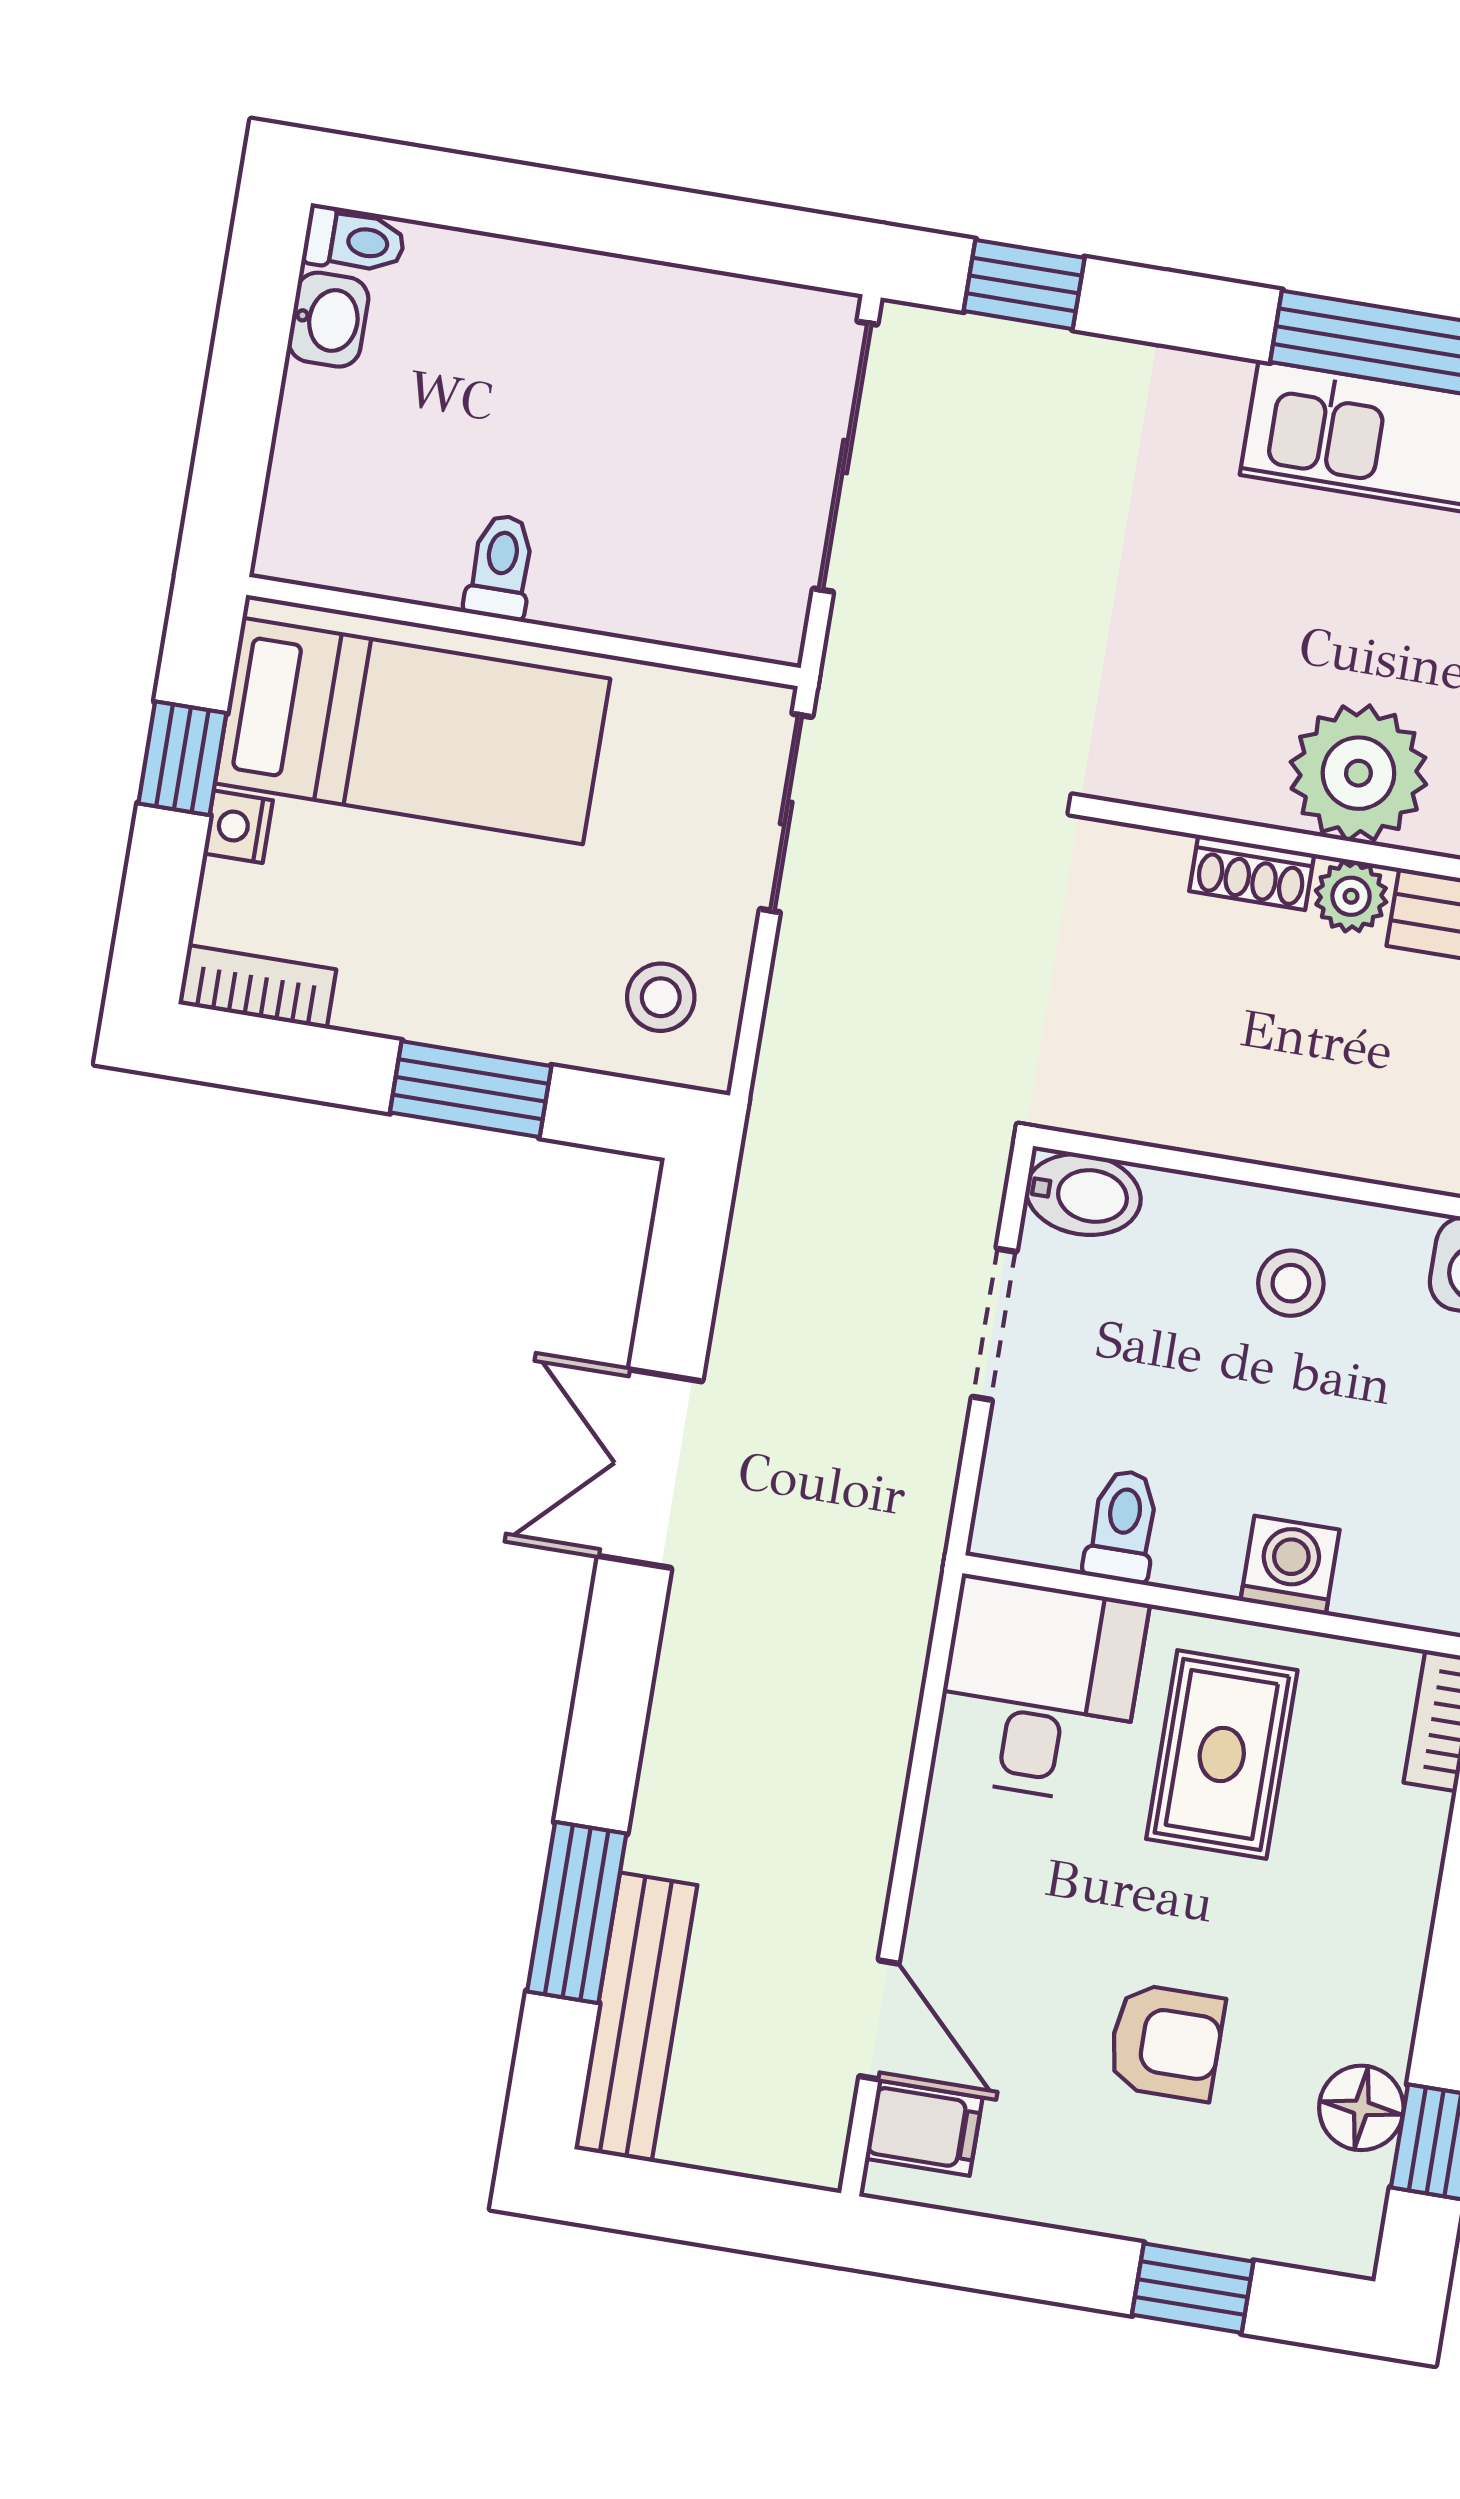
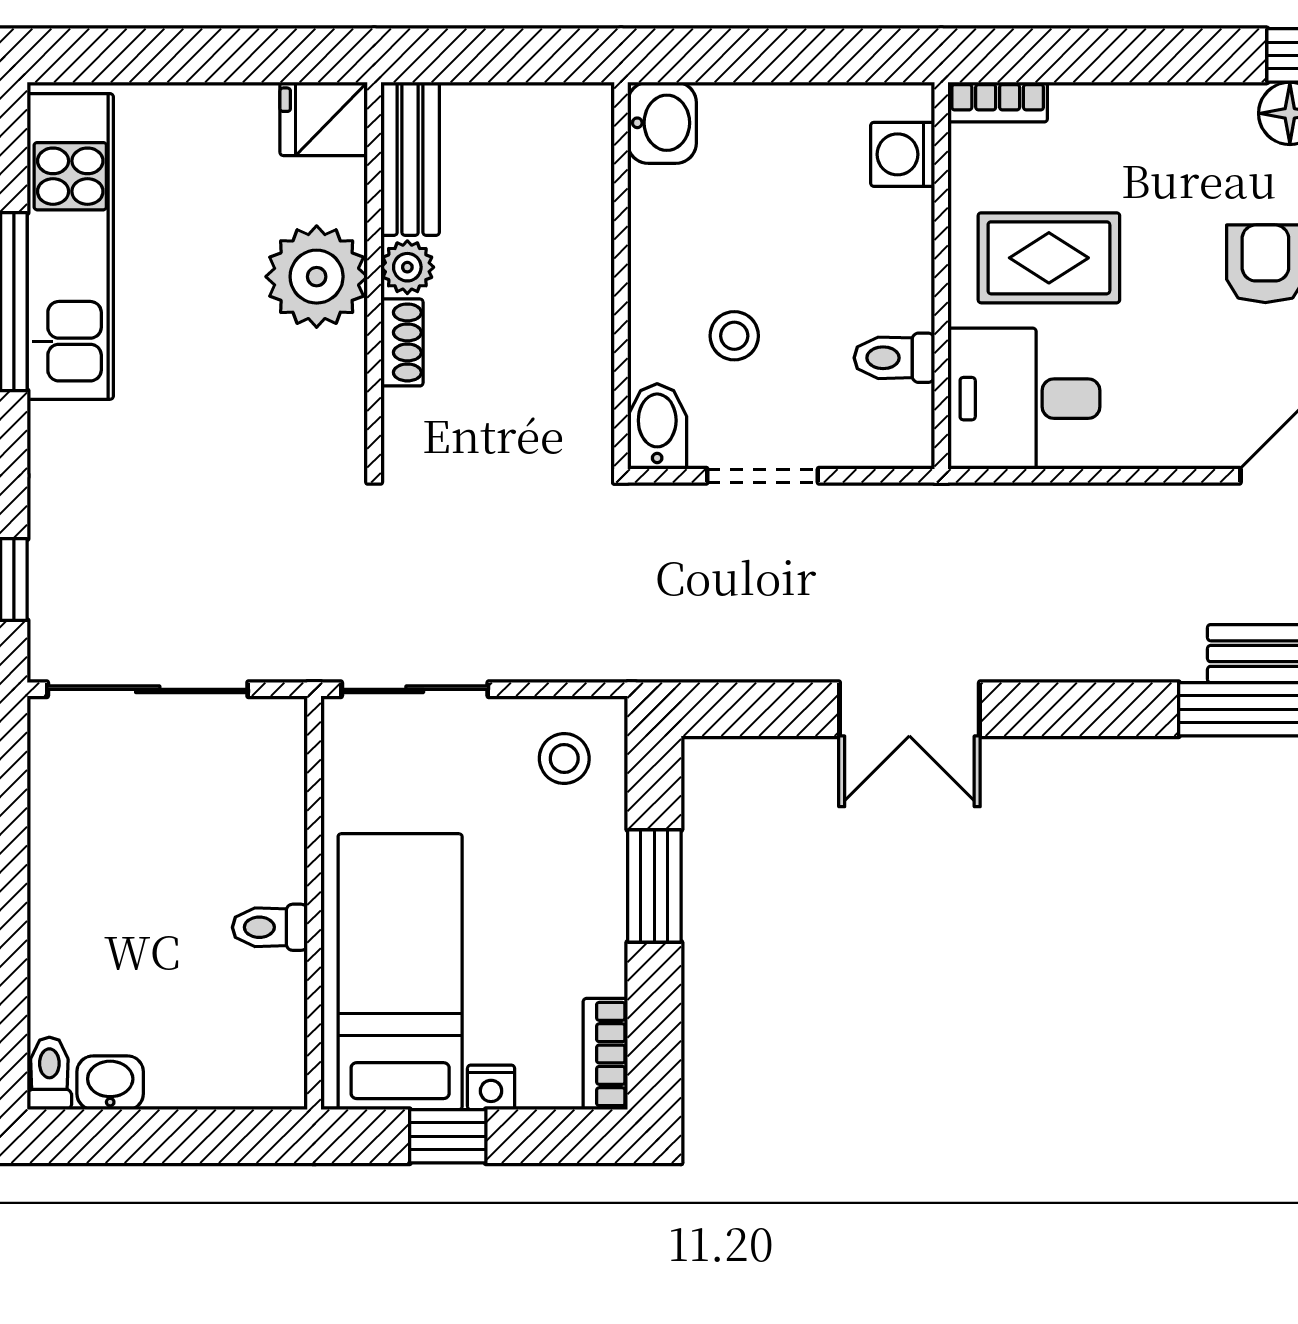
stool: (1291, 1283) -> (734, 336), moved
washing machine: (1290, 1565) -> (903, 154), moved

